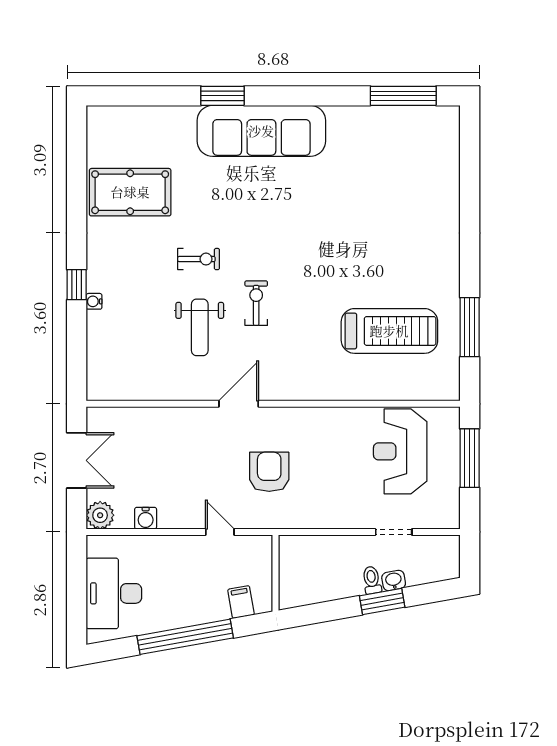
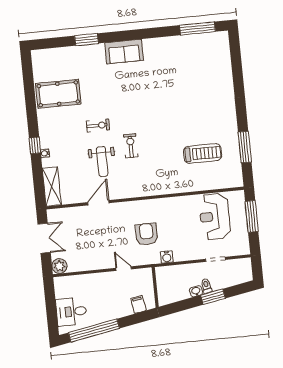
window: (222, 96) -> (87, 40), moved
sofa: (261, 131) -> (124, 52), width x0.54, depth x0.79
treadmill: (389, 331) -> (203, 153), width x0.73, depth x0.73
shelving: (101, 365) -> (52, 187), added
door: (239, 404) -> (98, 203), moved
water cooler: (146, 518) -> (167, 257), moved
washbasin: (394, 580) -> (196, 291), moved
desk: (114, 593) -> (71, 312), width x0.73
window: (185, 637) -> (94, 330), moved

